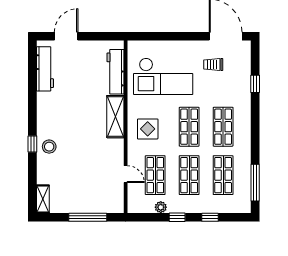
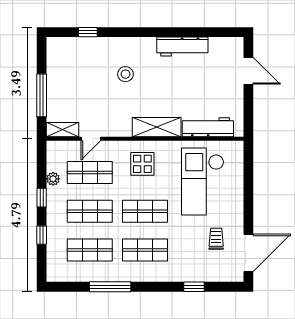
workbench: (45, 69) -> (182, 46), moved
window: (32, 144) -> (88, 32), moved
stool: (49, 147) -> (125, 74), moved
window: (255, 183) -> (110, 287), moved
shelving: (43, 199) -> (62, 130), moved

